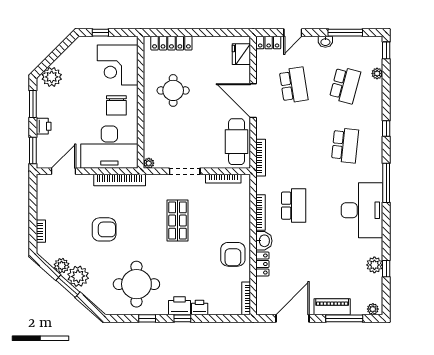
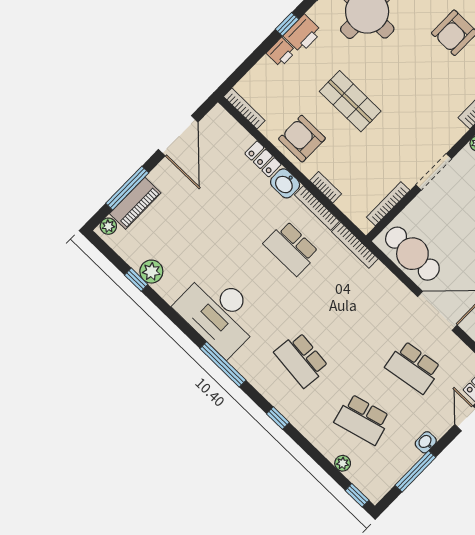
school desk: (345, 85) -> (363, 419), turned -30
bookcase: (261, 158) -> (355, 245), moved
bookcase: (246, 218) -> (326, 187), added
shop shelf: (178, 221) -> (350, 101), moved
piano: (332, 307) -> (135, 203), moved

